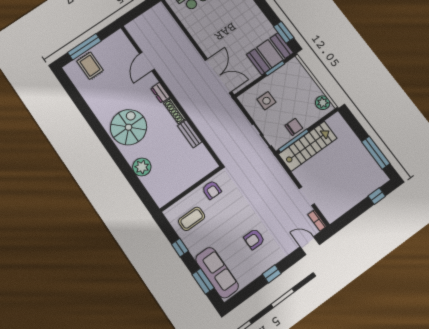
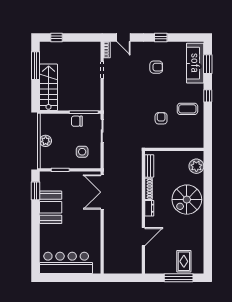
booth: (270, 54) -> (51, 207), moved, turned 90
plant: (323, 103) -> (46, 141), moved
stairs: (308, 146) -> (49, 87), moved, turned 90
wall: (191, 189) -> (174, 149), moved

